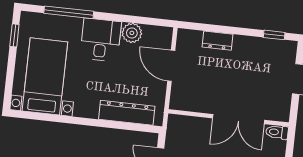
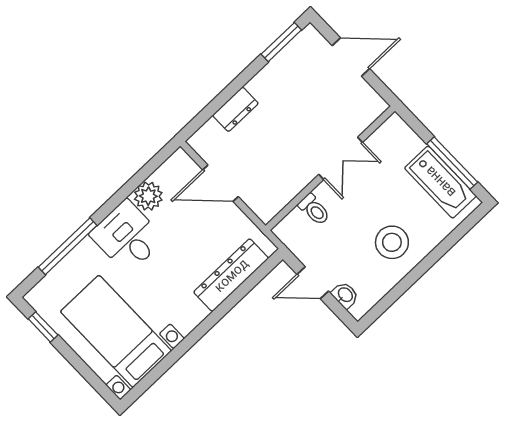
window: (274, 35) -> (281, 42), width x1.50
double door: (239, 119) -> (341, 158), width x0.73
toilet: (277, 132) -> (314, 210), moved, turned -90

